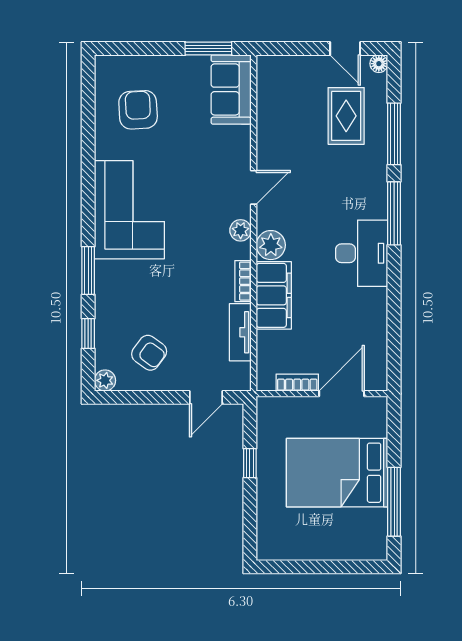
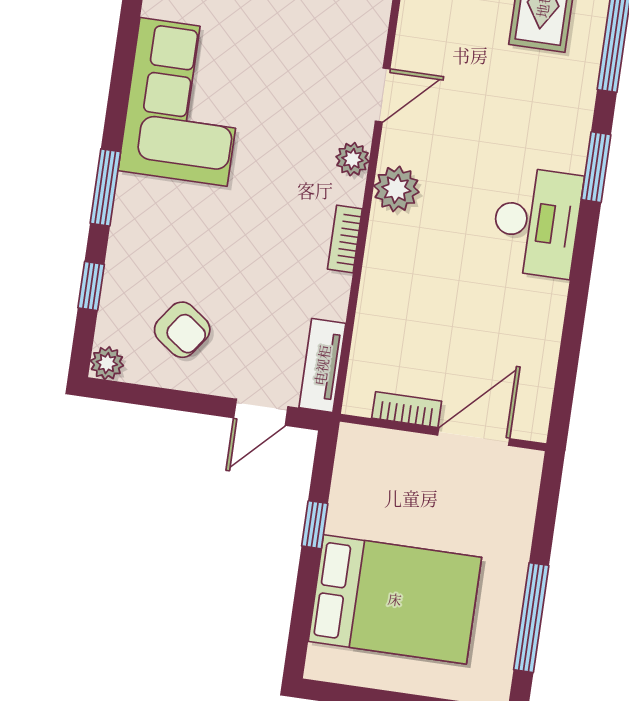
window: (394, 213) -> (596, 167), width x0.69
filing cabinet: (274, 295) -> (390, 268), removed
tv unit: (240, 332) -> (322, 365), moved
bed: (337, 473) -> (395, 599), moved, turned 180

